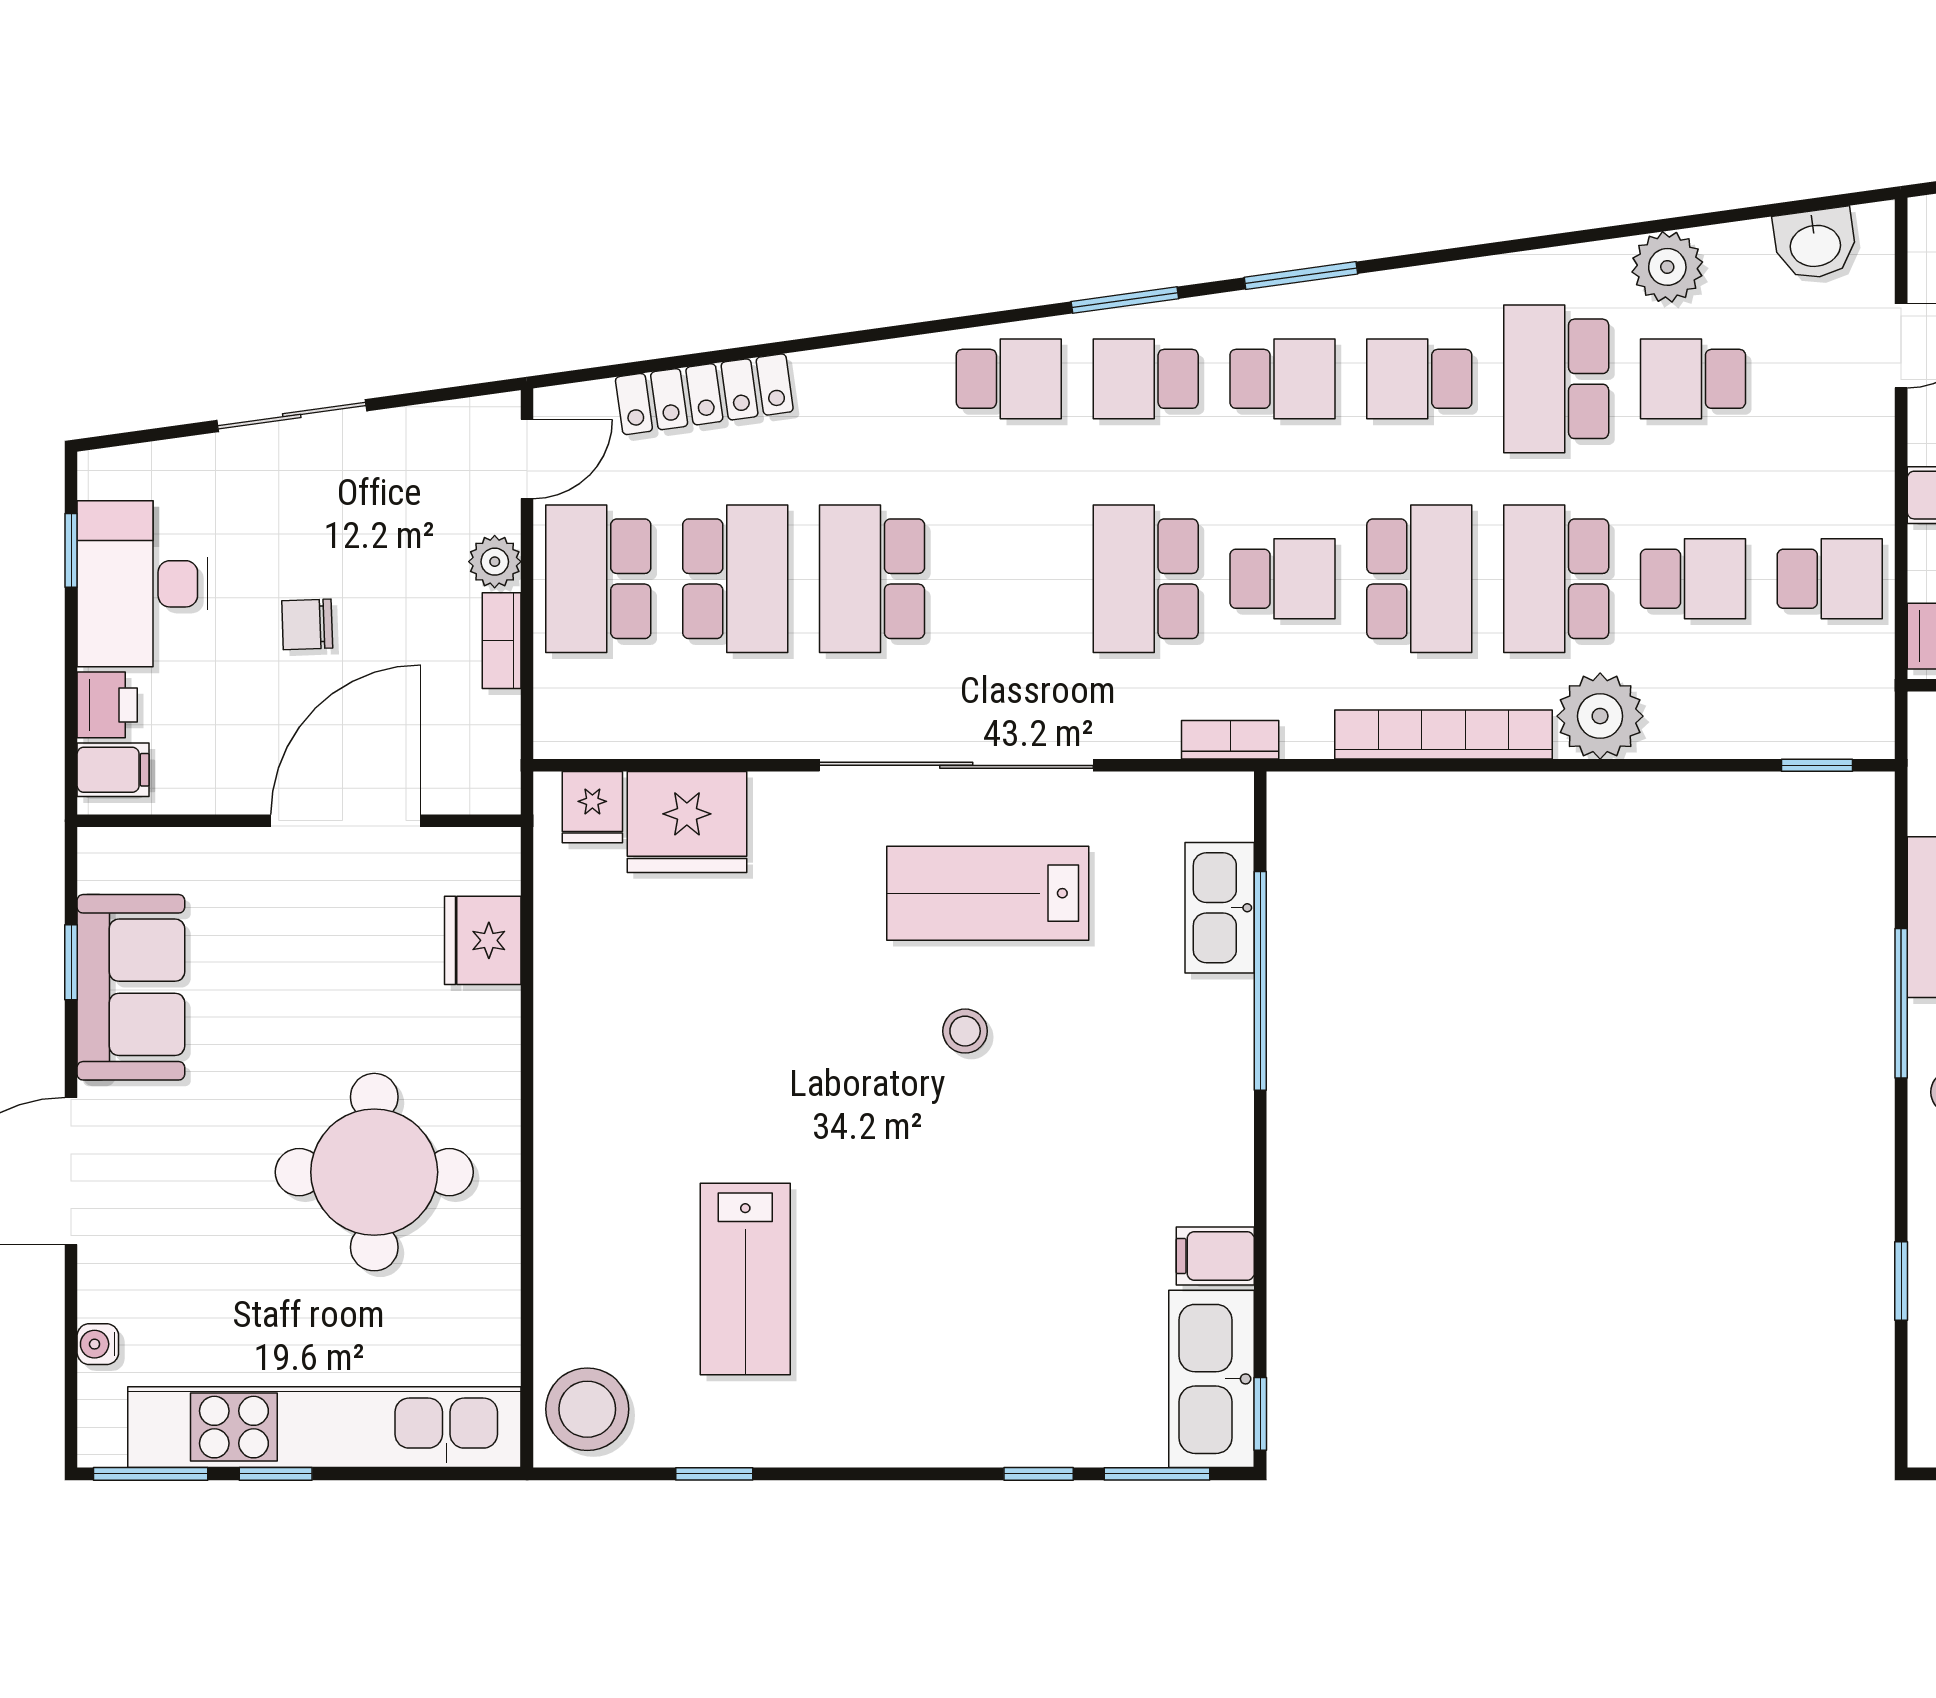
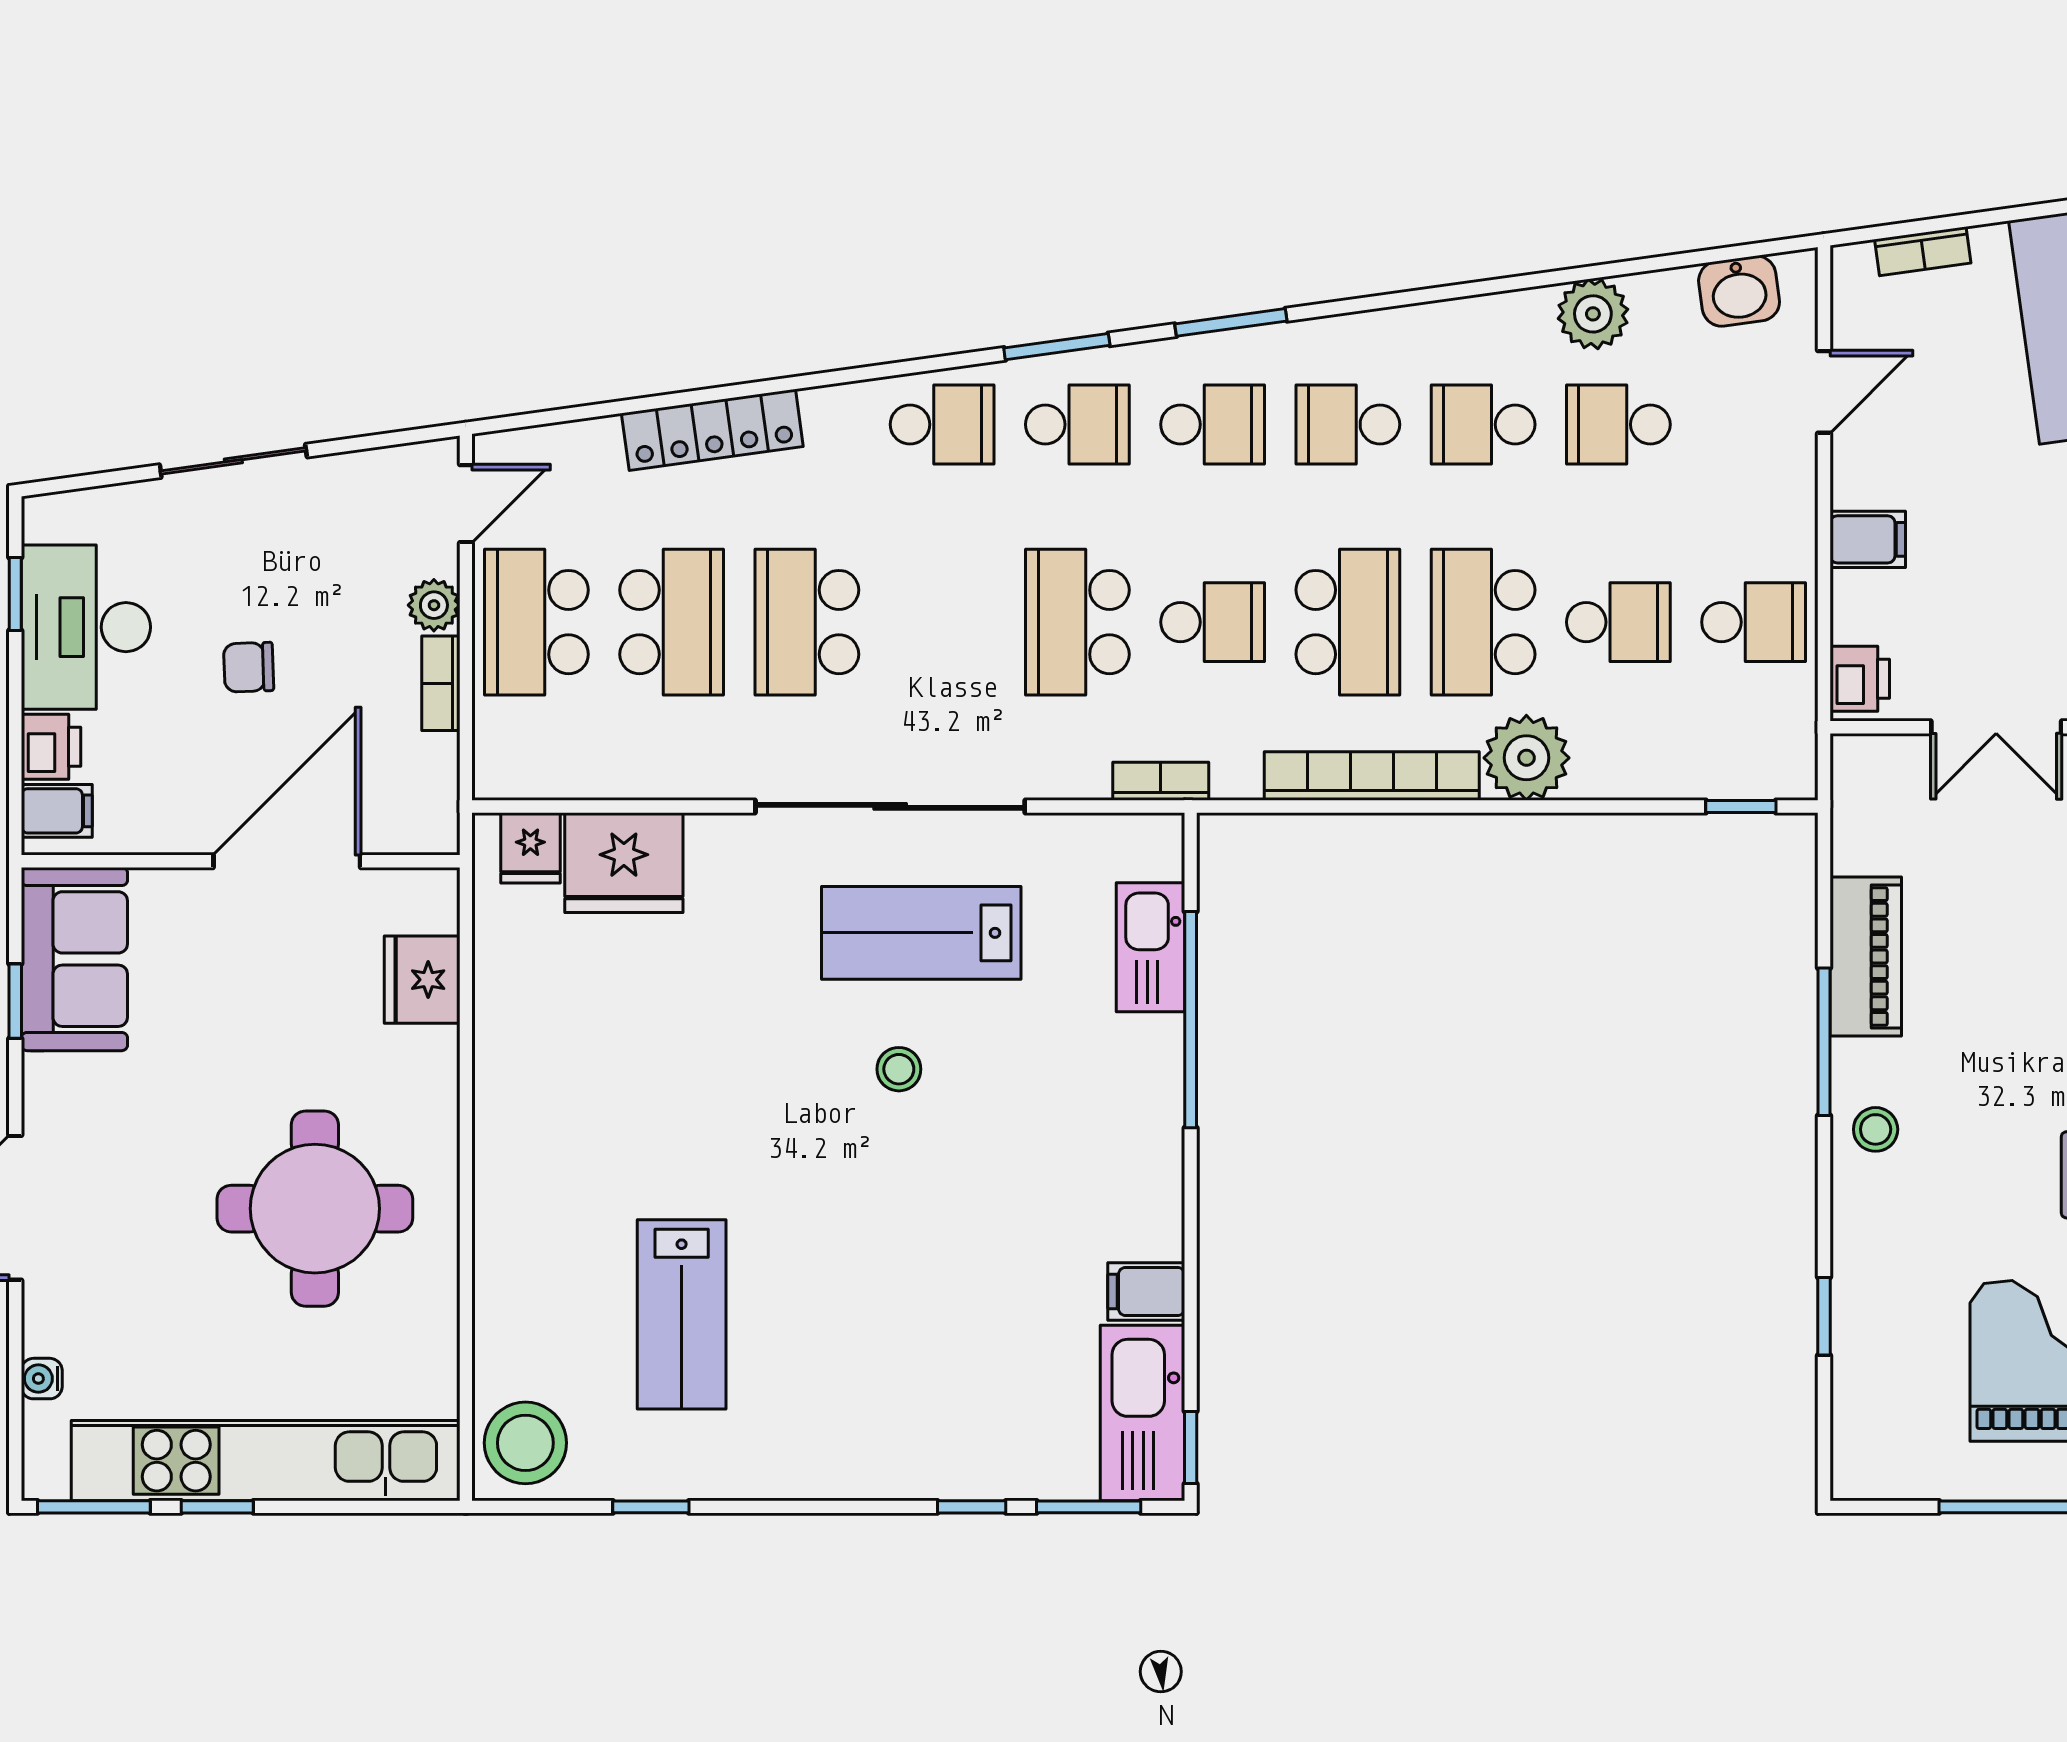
school desk: (1146, 379) -> (1077, 424), turned 180
school desk: (1556, 379) -> (1483, 424), width x0.54
locker: (704, 394) -> (712, 430), moved
sofa: (131, 987) -> (74, 959), moved

